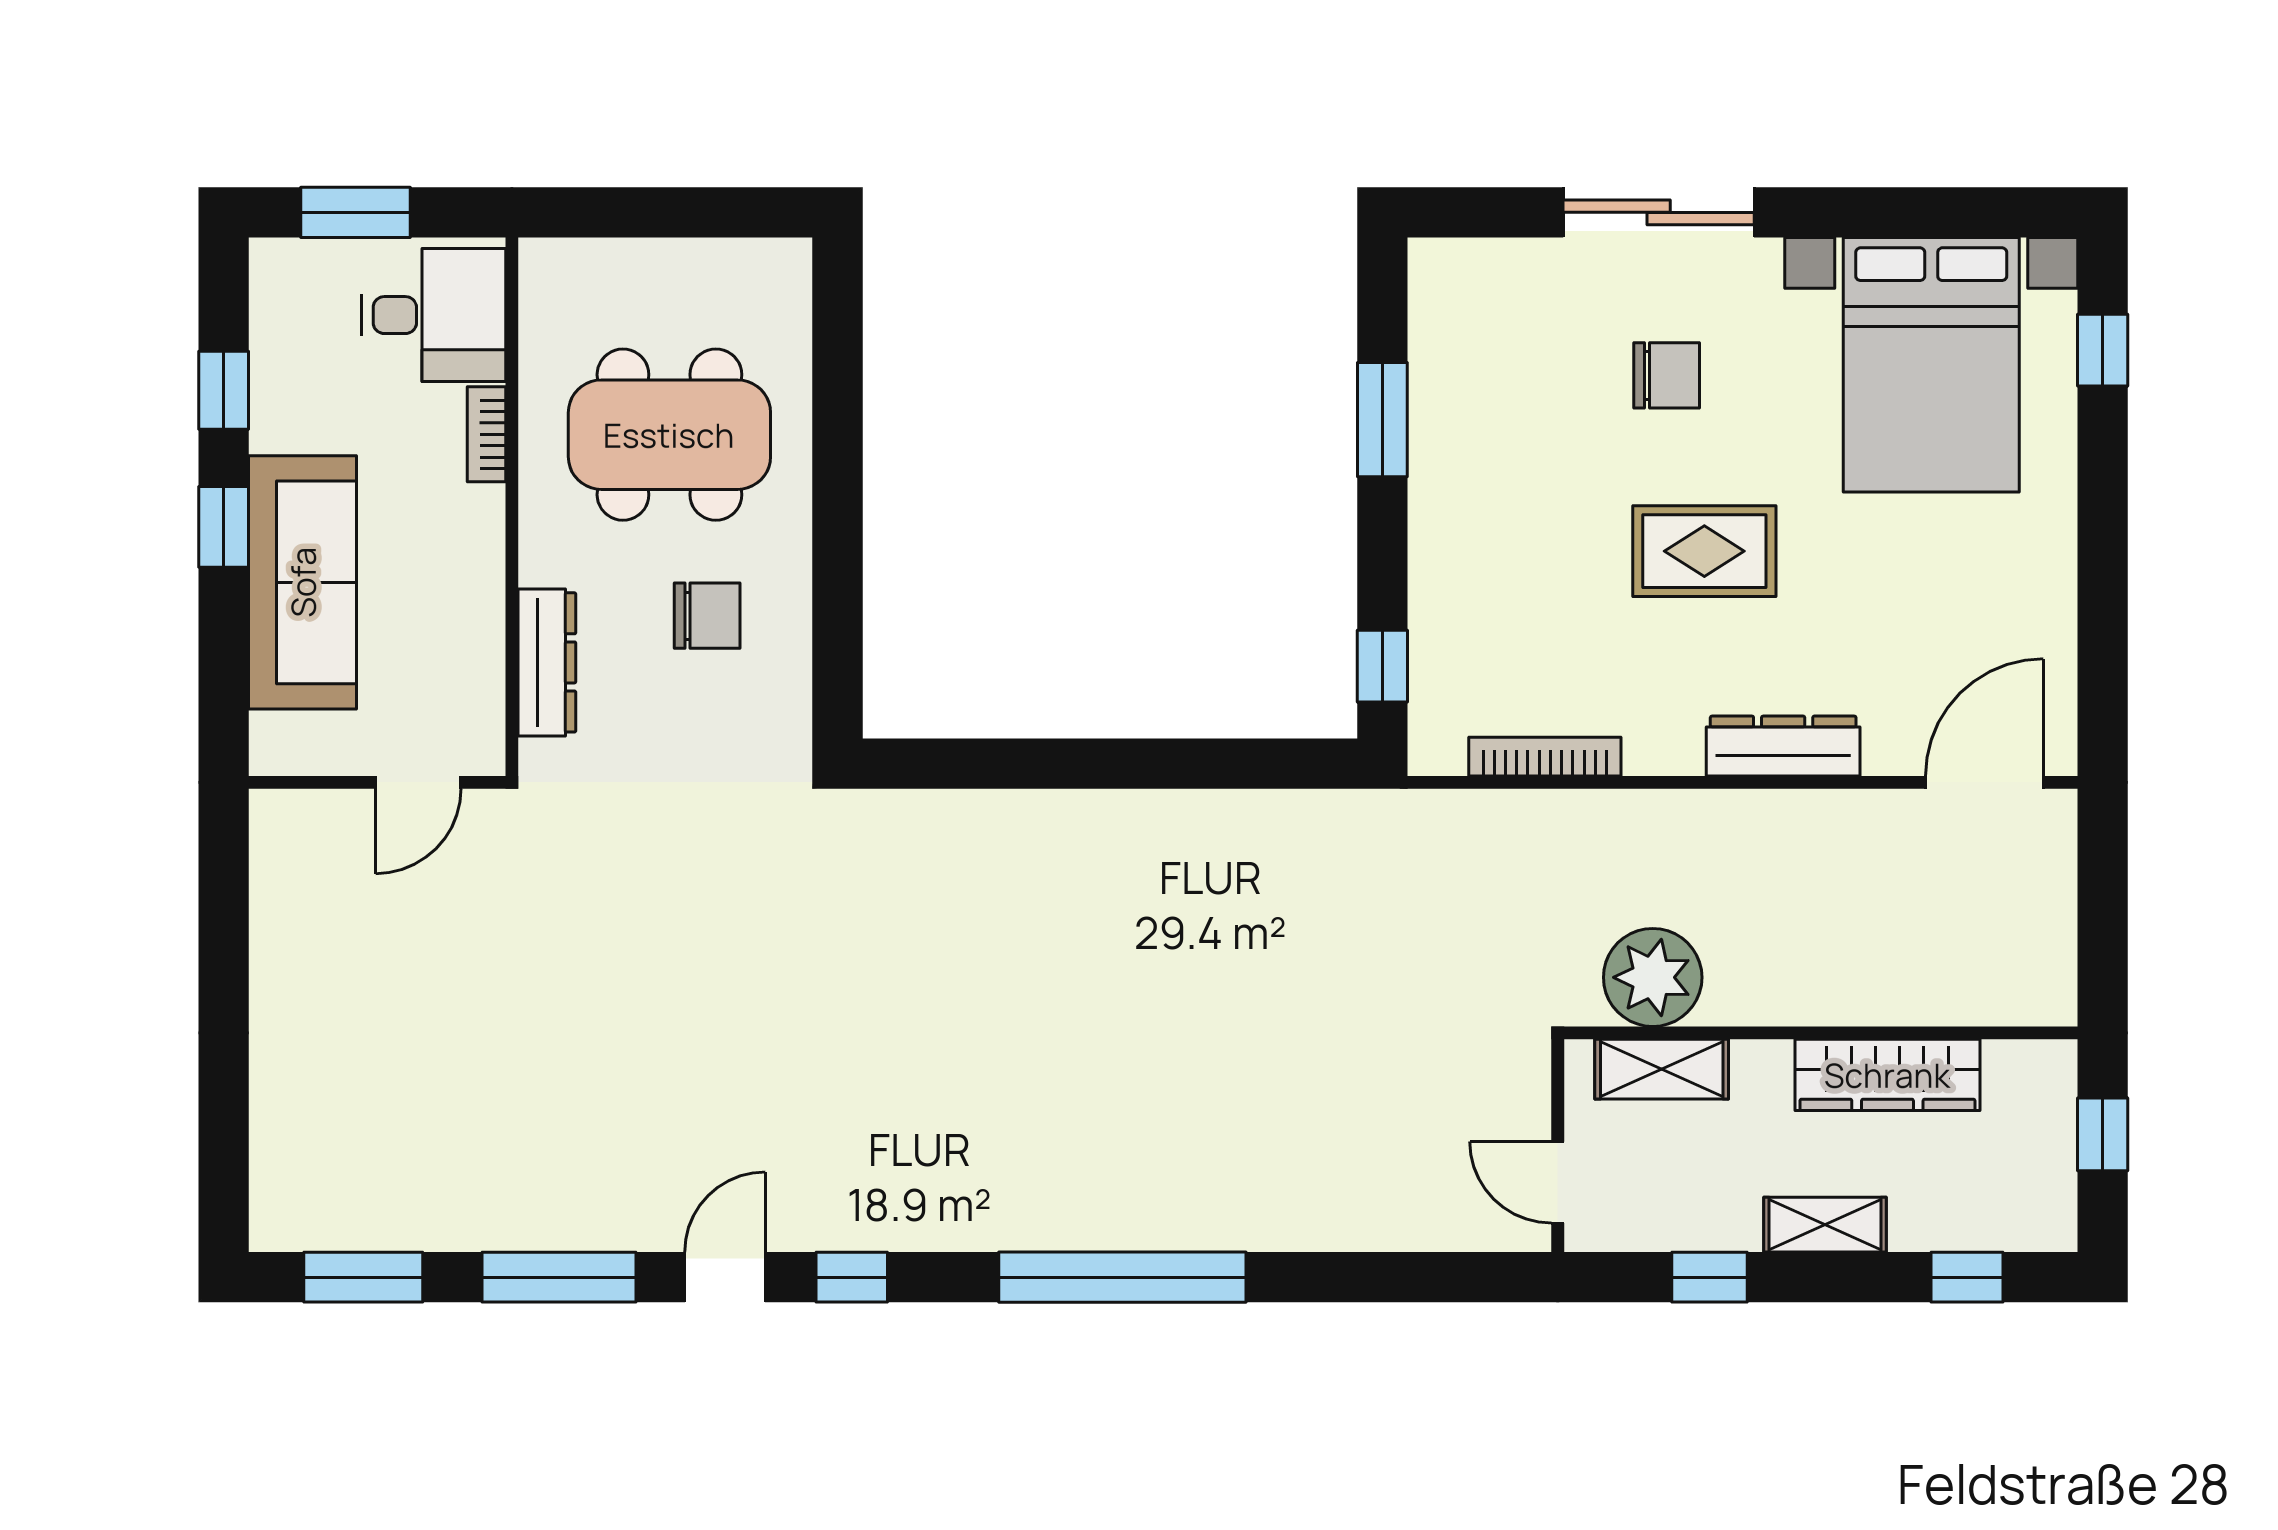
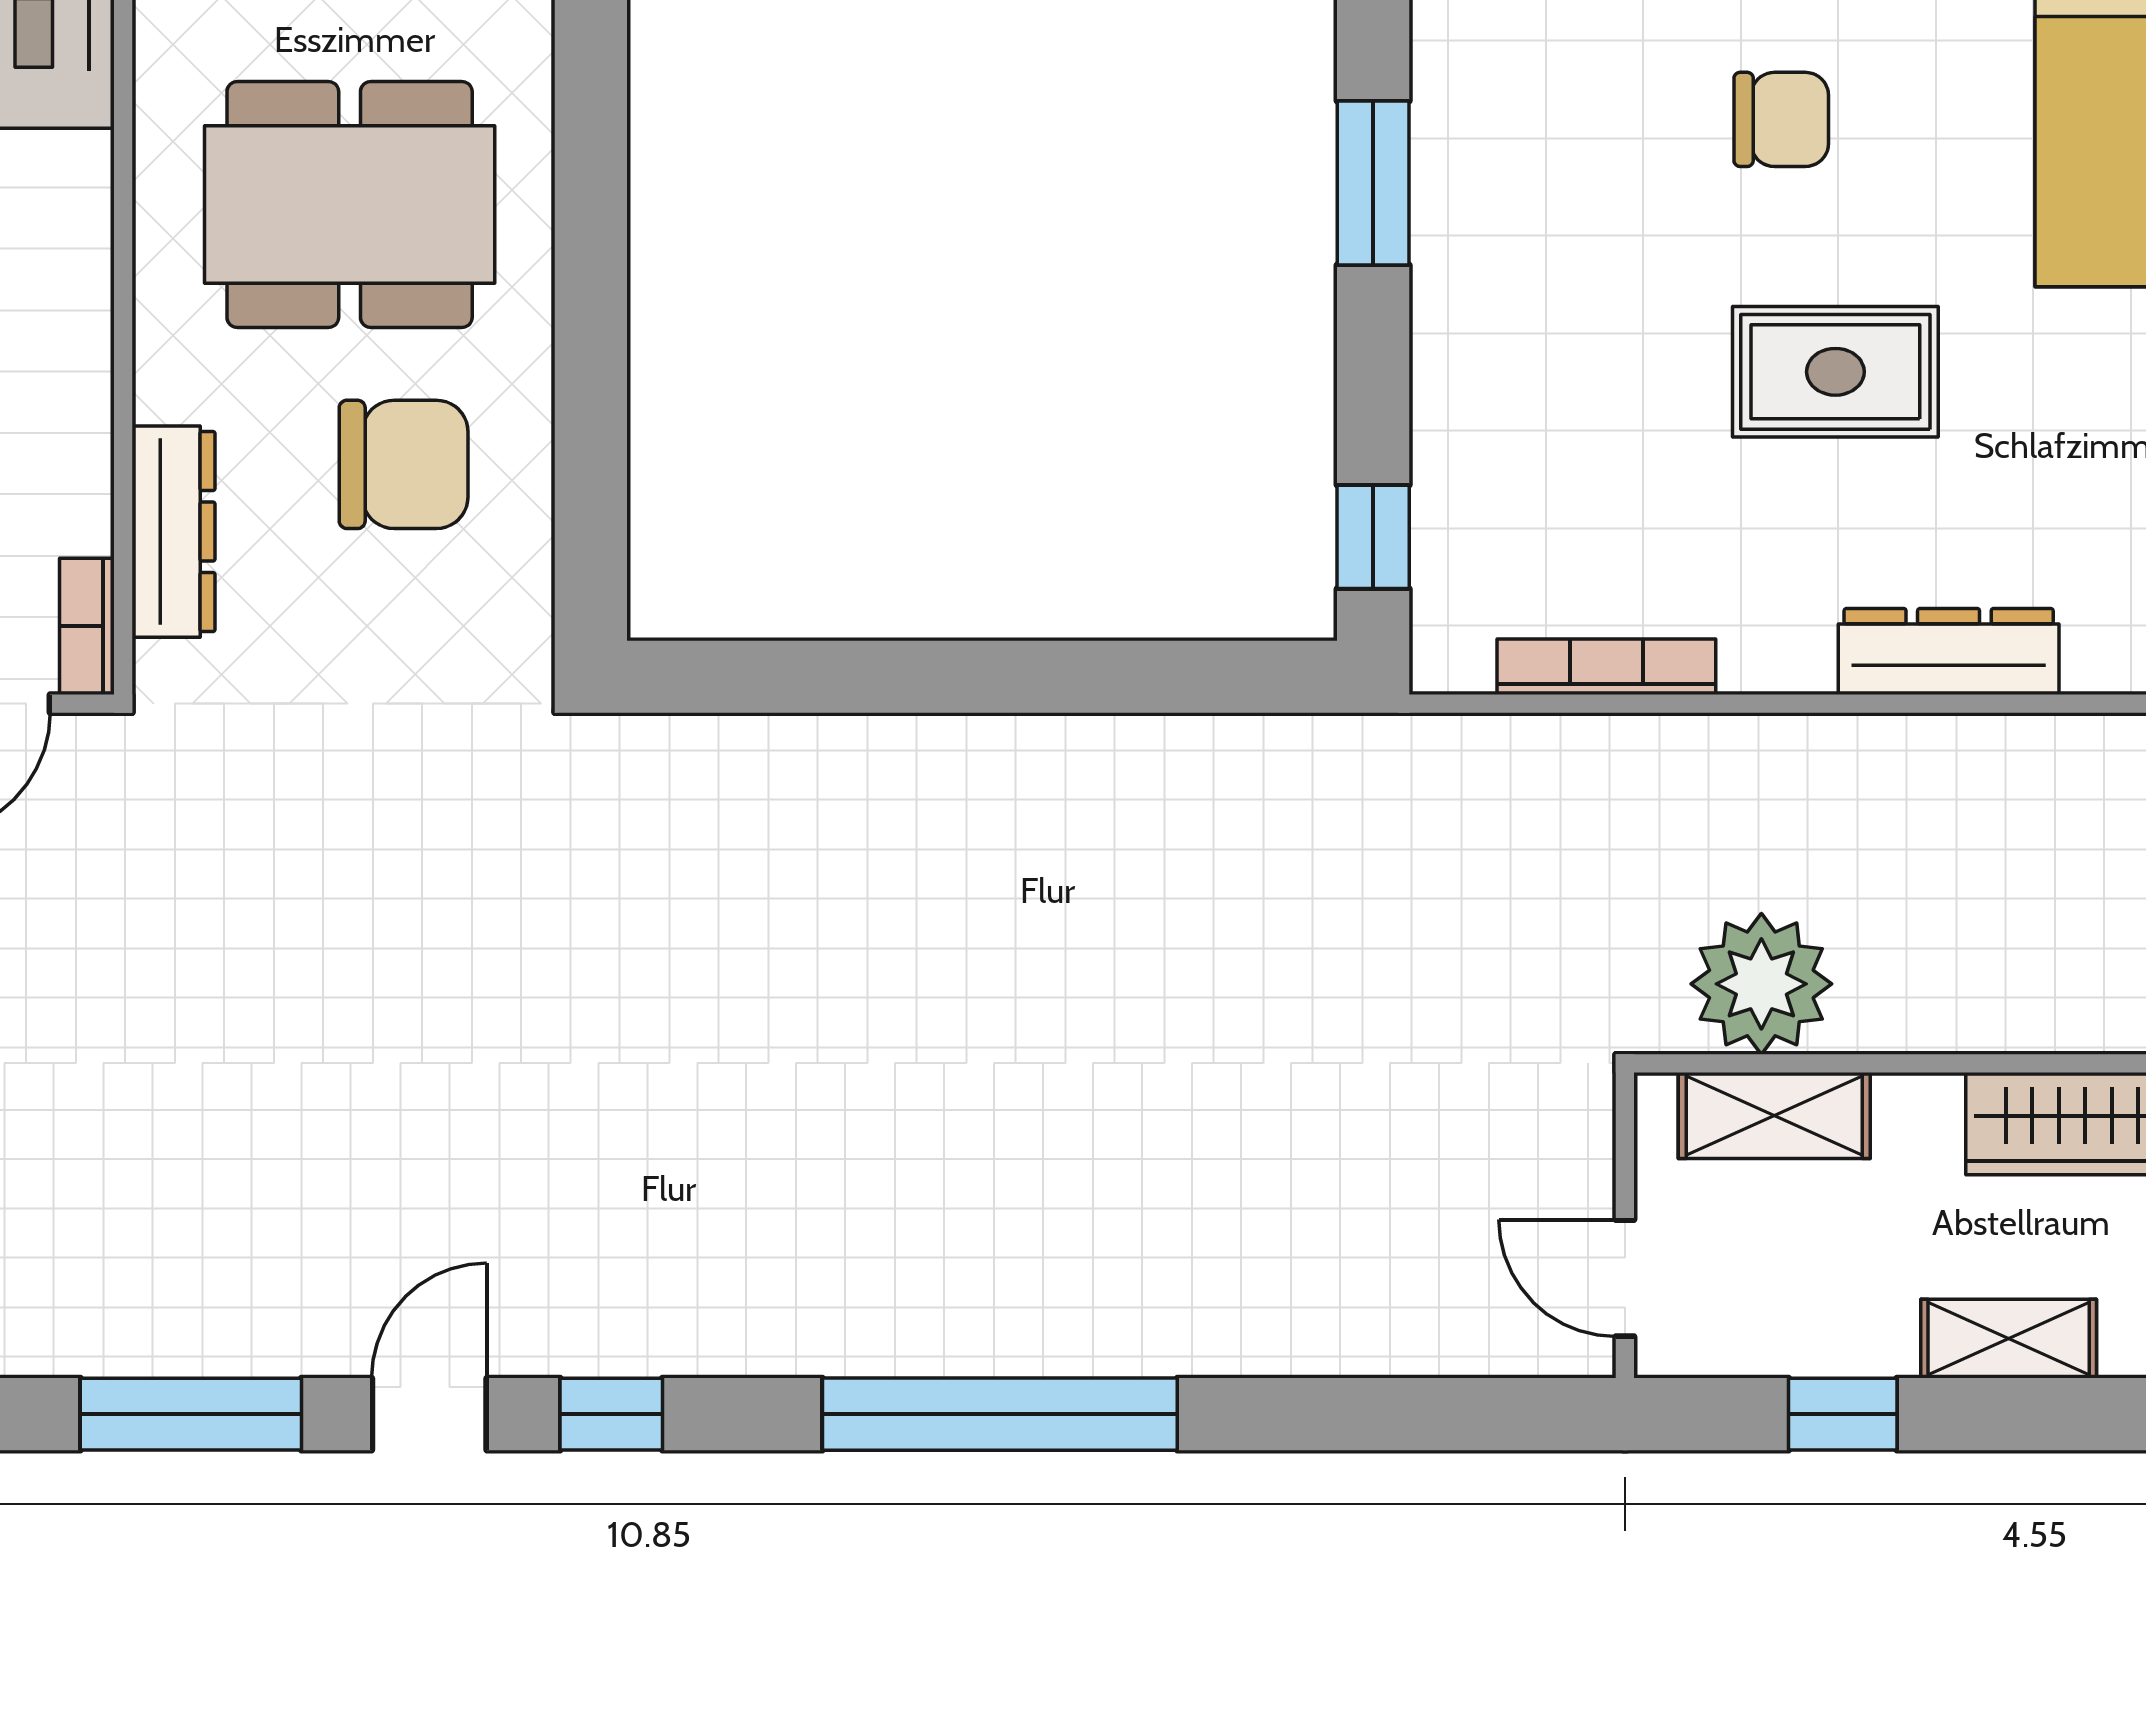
bookcase: (486, 434) -> (87, 626), moved
chair: (707, 616) -> (404, 464), width x1.37, depth x1.37

